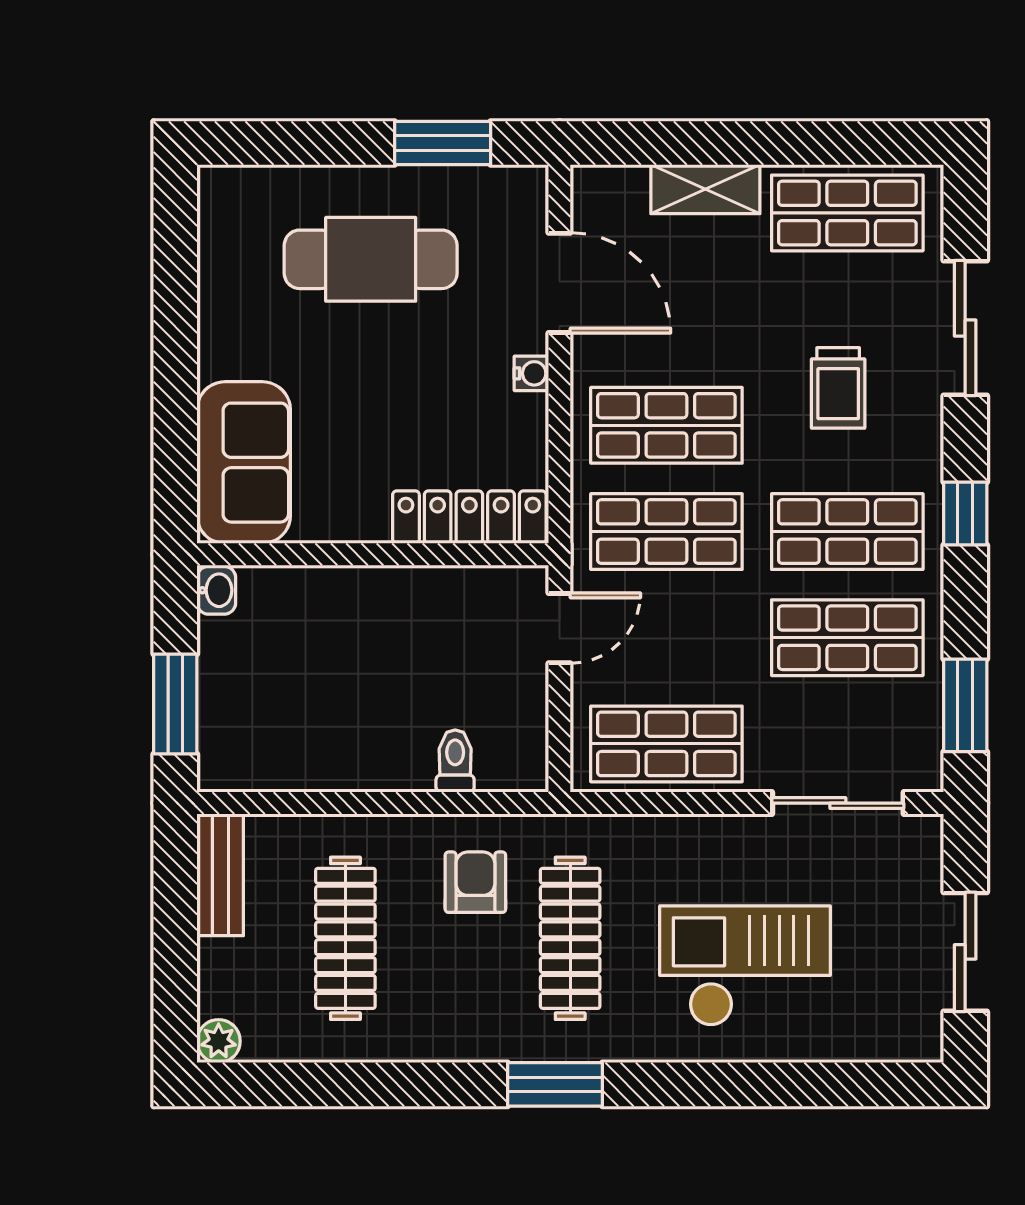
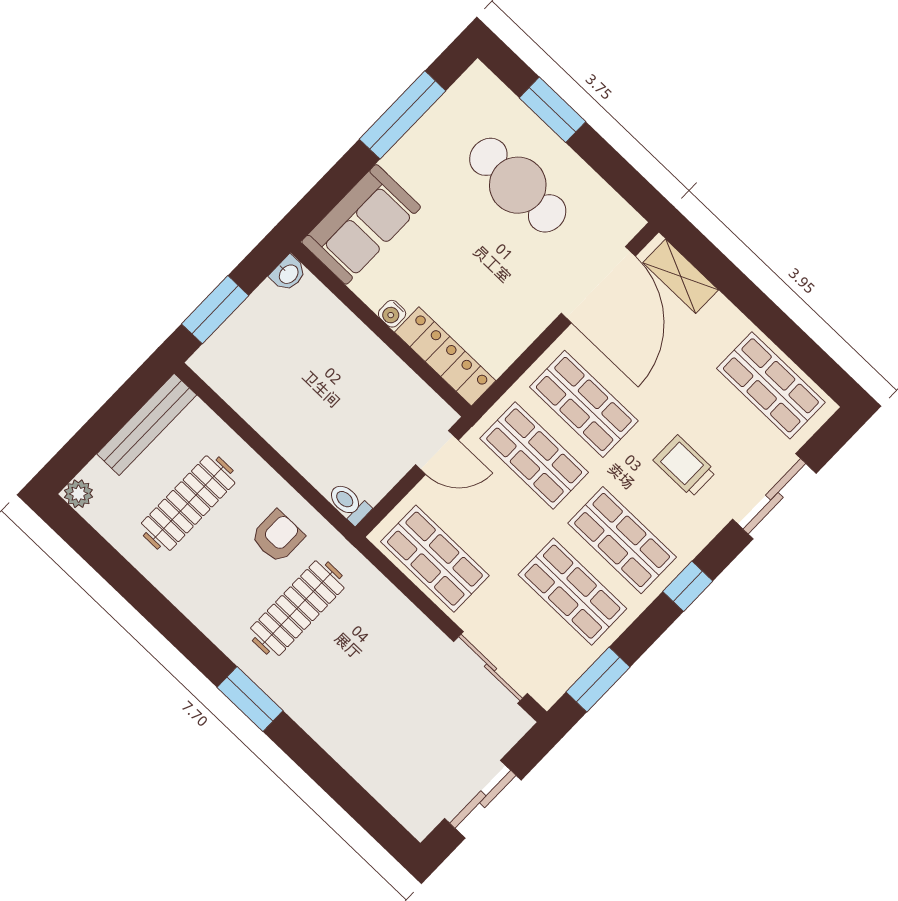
window: (443, 143) -> (553, 110), moved
shelving: (705, 189) -> (681, 276), moved
door: (559, 283) -> (598, 285), width x1.36
window: (175, 303) -> (402, 115), added
water cooler: (531, 373) -> (392, 314), moved, turned 90
trolley: (838, 388) -> (685, 466), turned 90
toilet: (455, 761) -> (349, 503), moved, turned -90
bench: (220, 875) -> (147, 424), width x1.36
checkout: (745, 966) -> (369, 703), removed
window: (555, 1084) -> (250, 699), moved

